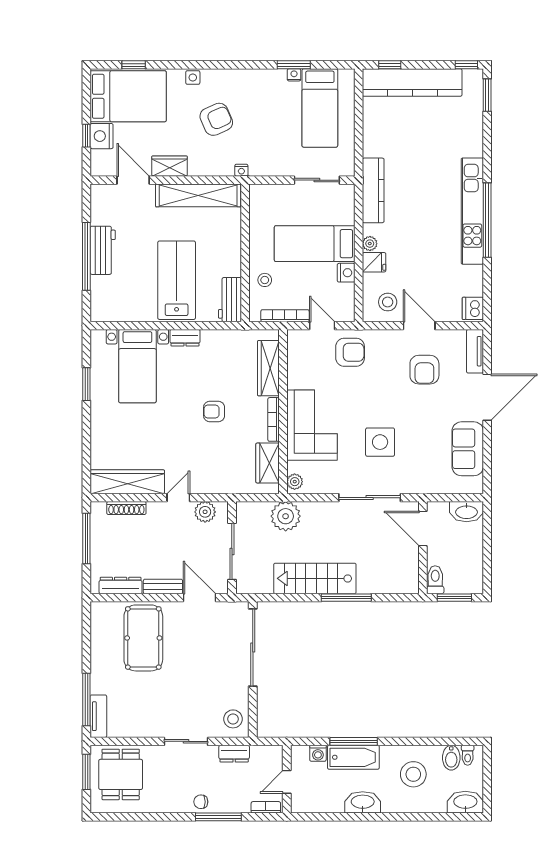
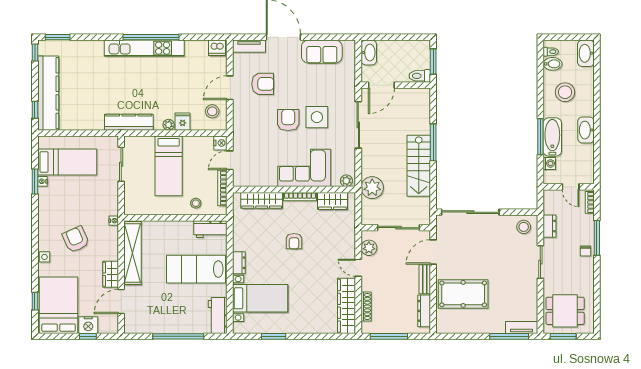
workbench: (103, 250) -> (218, 315), moved, turned -90
nightstand: (346, 273) -> (220, 143), moved, turned 90
armchair: (350, 352) -> (288, 120), moved

